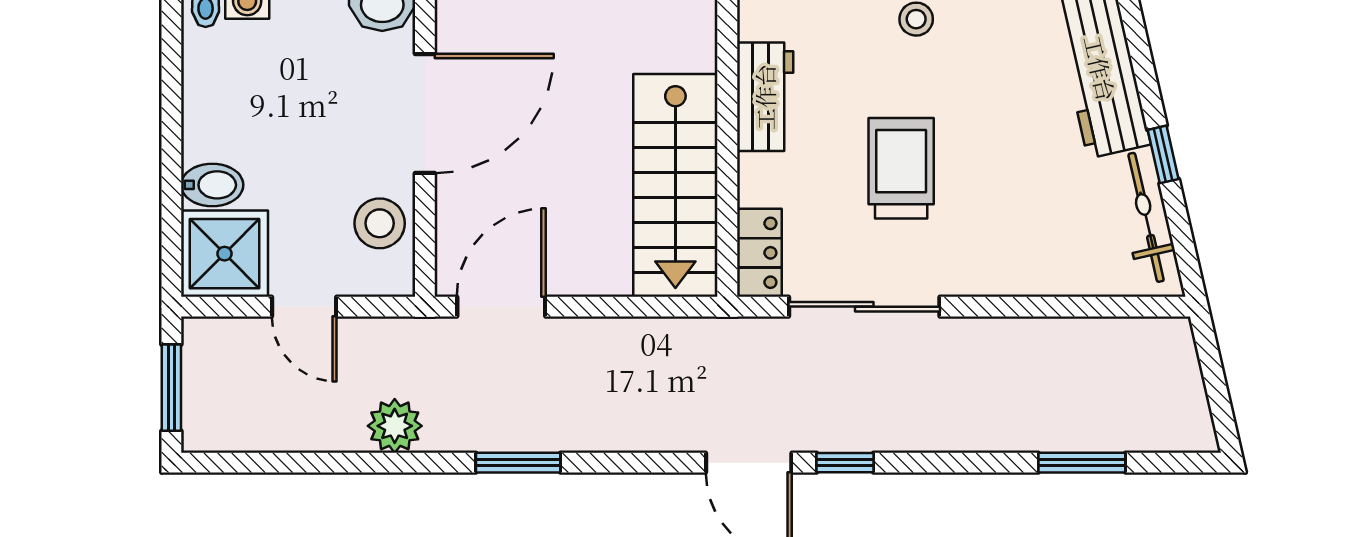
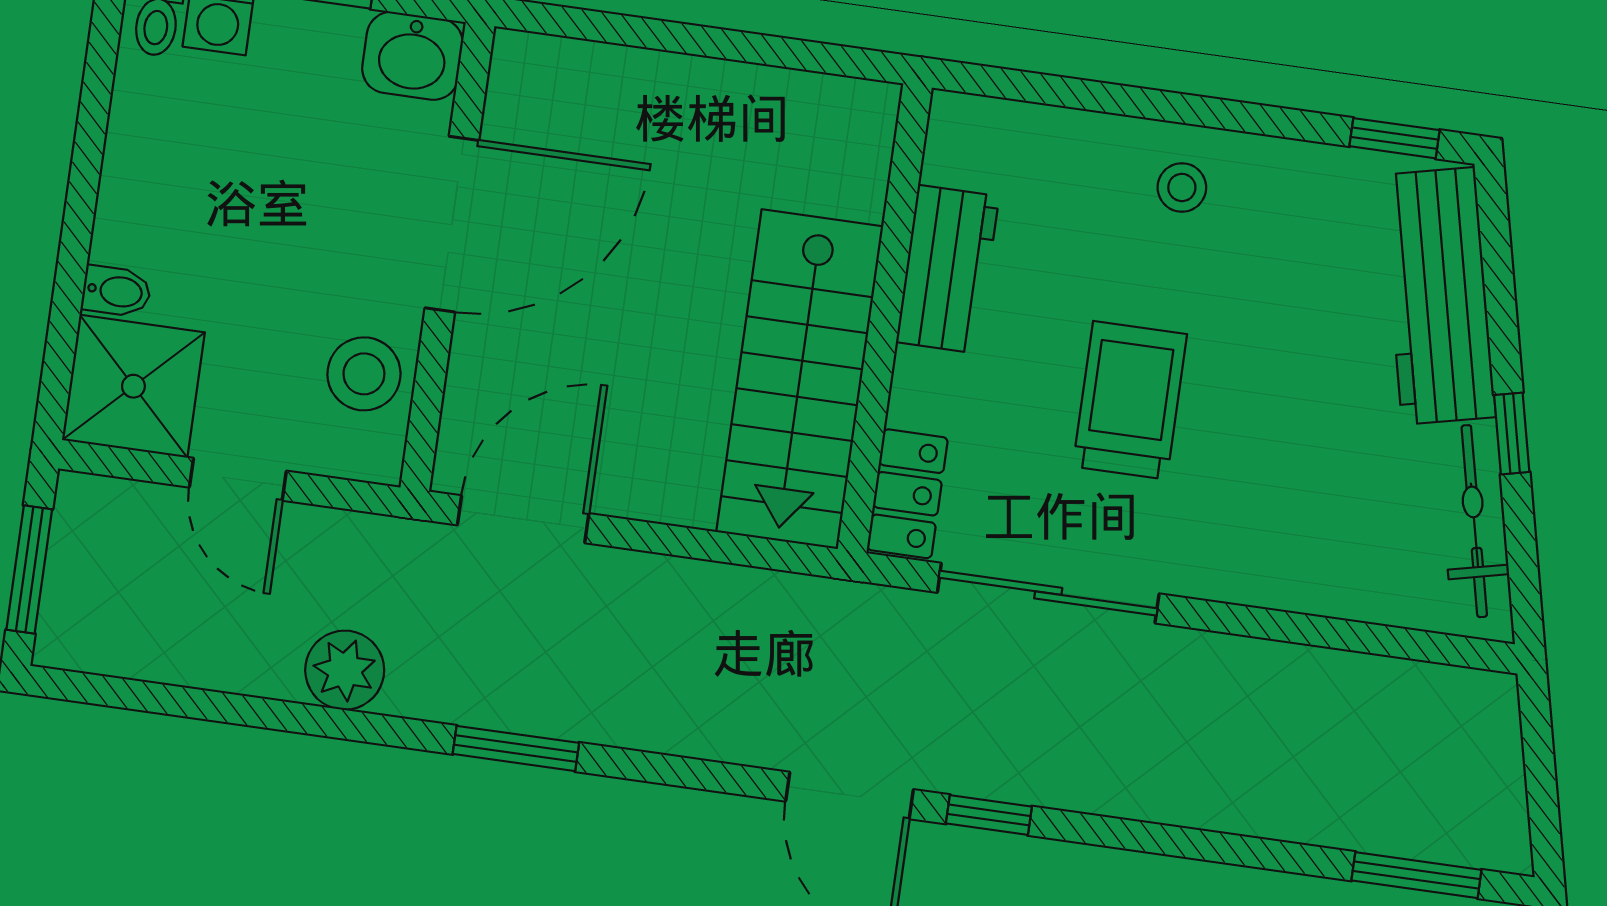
bidet: (212, 185) -> (116, 291), width x0.72, depth x0.74
window: (1082, 463) -> (1416, 875), moved

